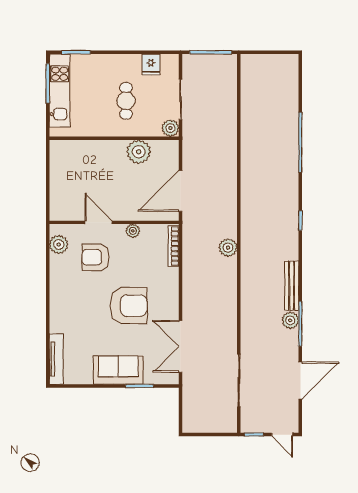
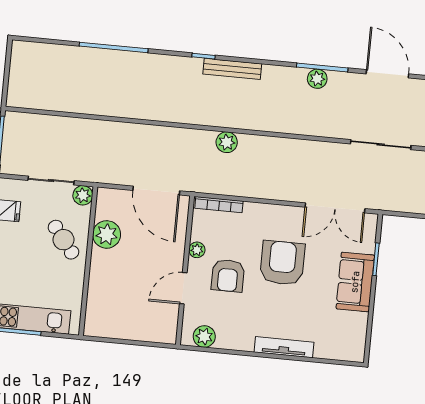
cafe table: (126, 101) -> (64, 240), moved, turned 52
armchair: (96, 257) -> (228, 276), moved
bench: (292, 286) -> (232, 69), moved
tv unit: (56, 359) -> (284, 347), moved

